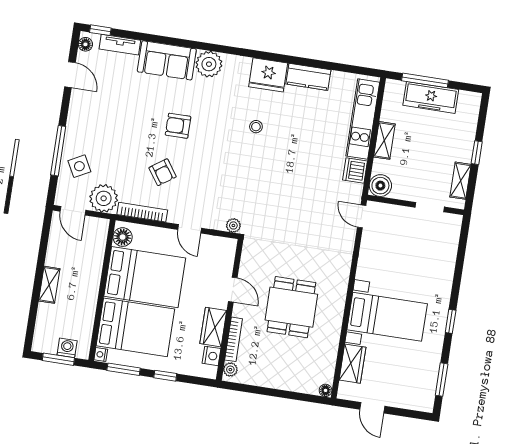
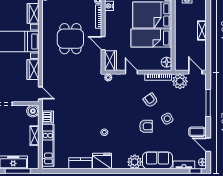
coffee table: (87, 101) -> (197, 132), added
side table: (79, 166) -> (167, 119), moved
wardrobe: (368, 261) -> (33, 70), added
bed: (145, 277) -> (151, 38), width x0.67
wardrobe: (213, 327) -> (111, 61), moved

